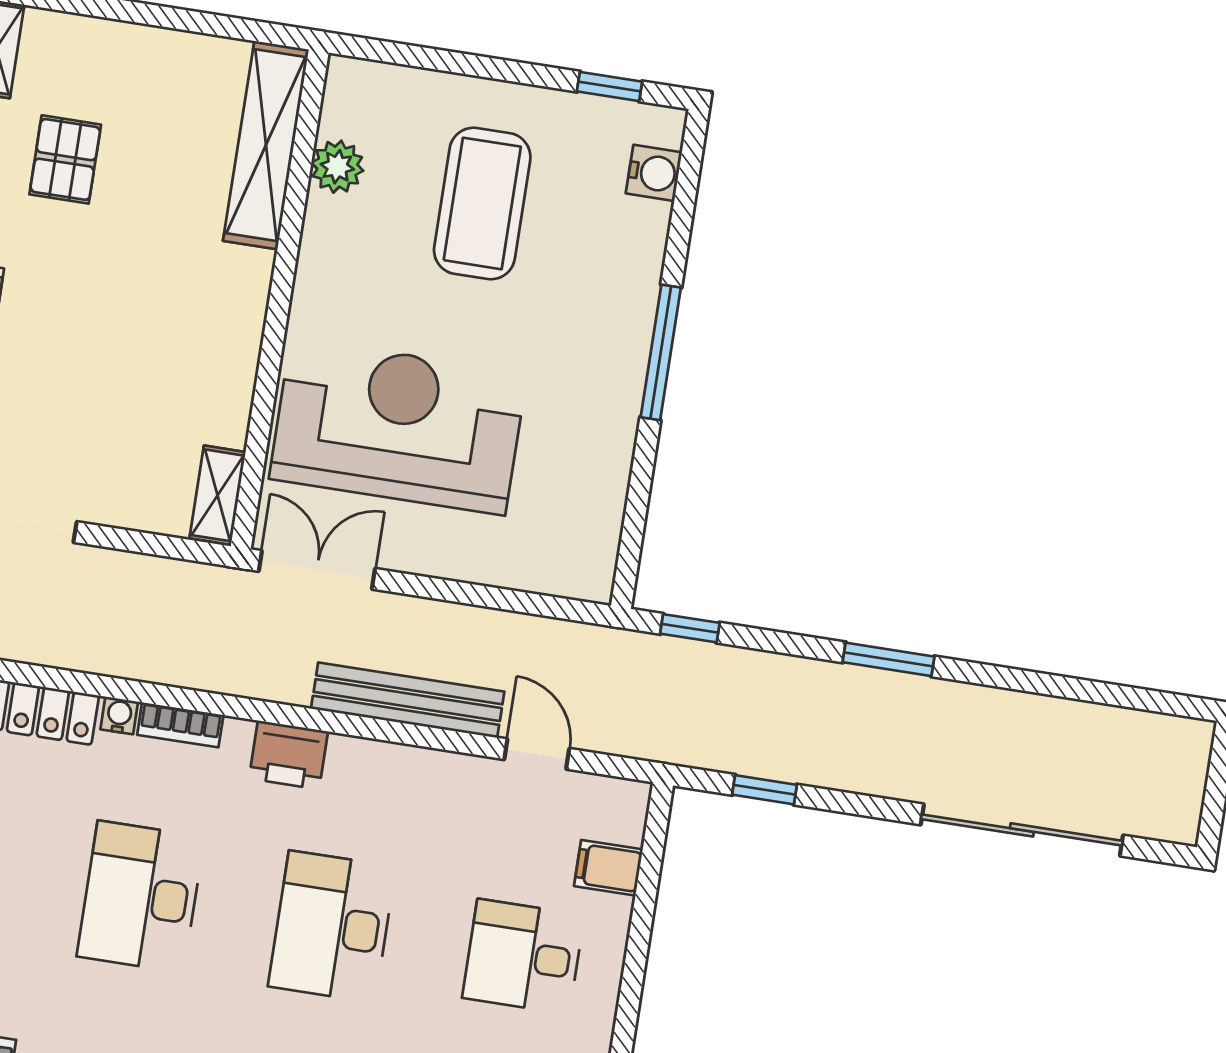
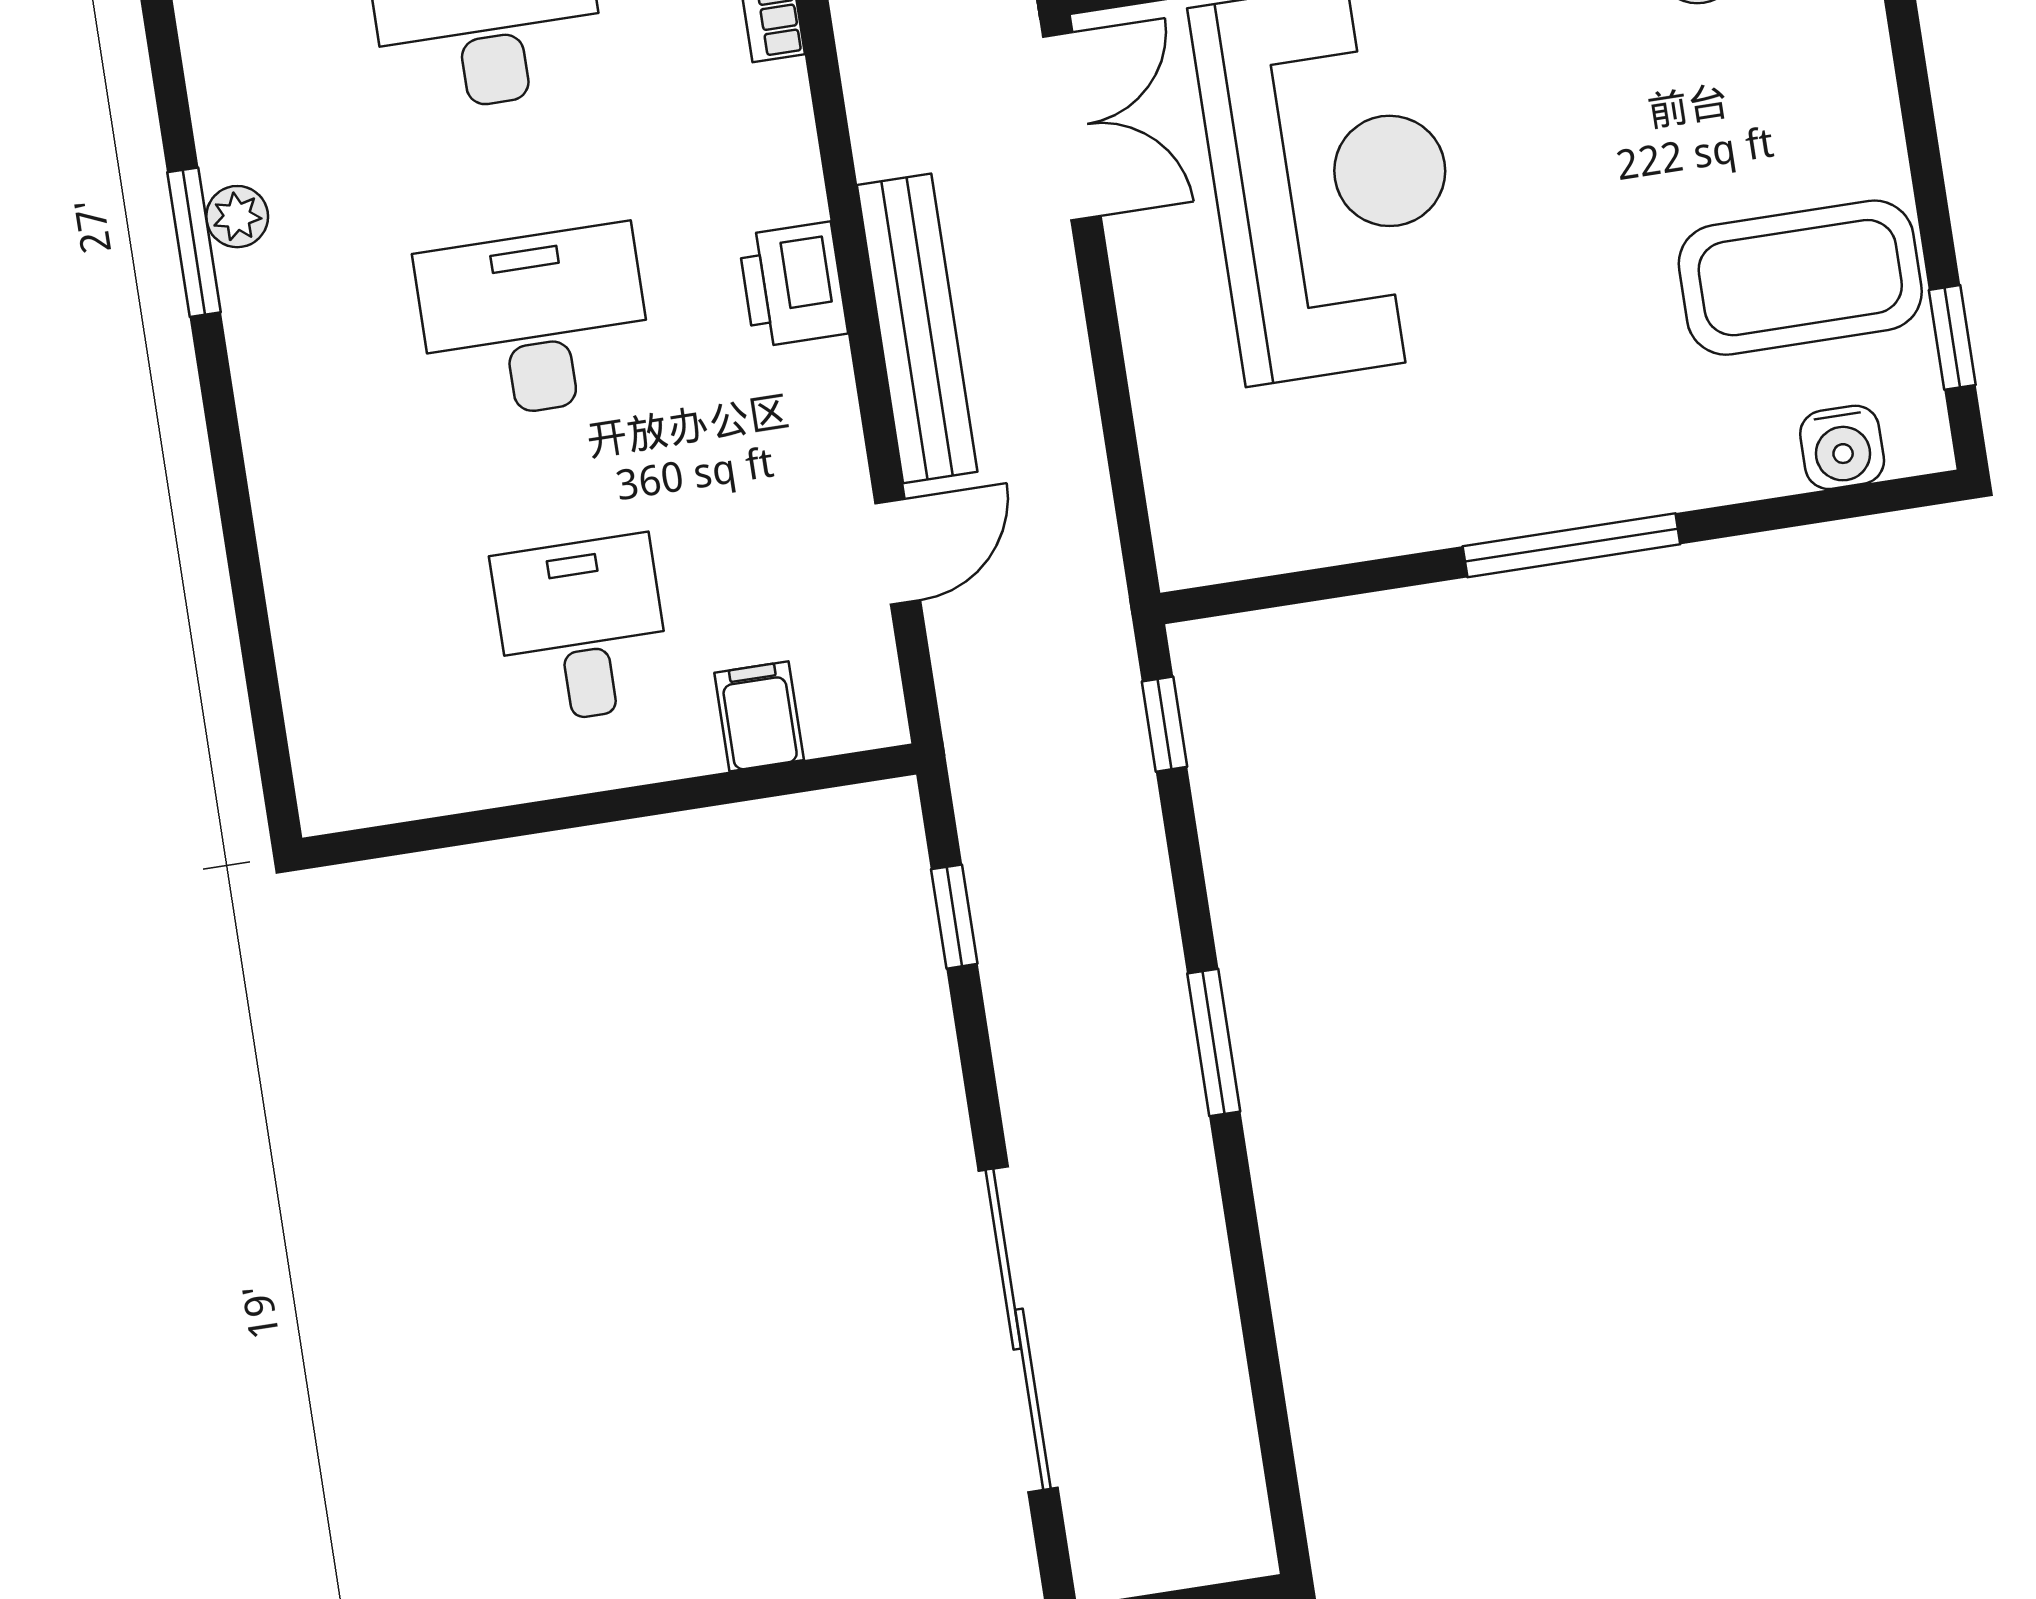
coffee table: (482, 203) -> (1800, 278), moved
printer: (289, 755) -> (793, 285), moved

